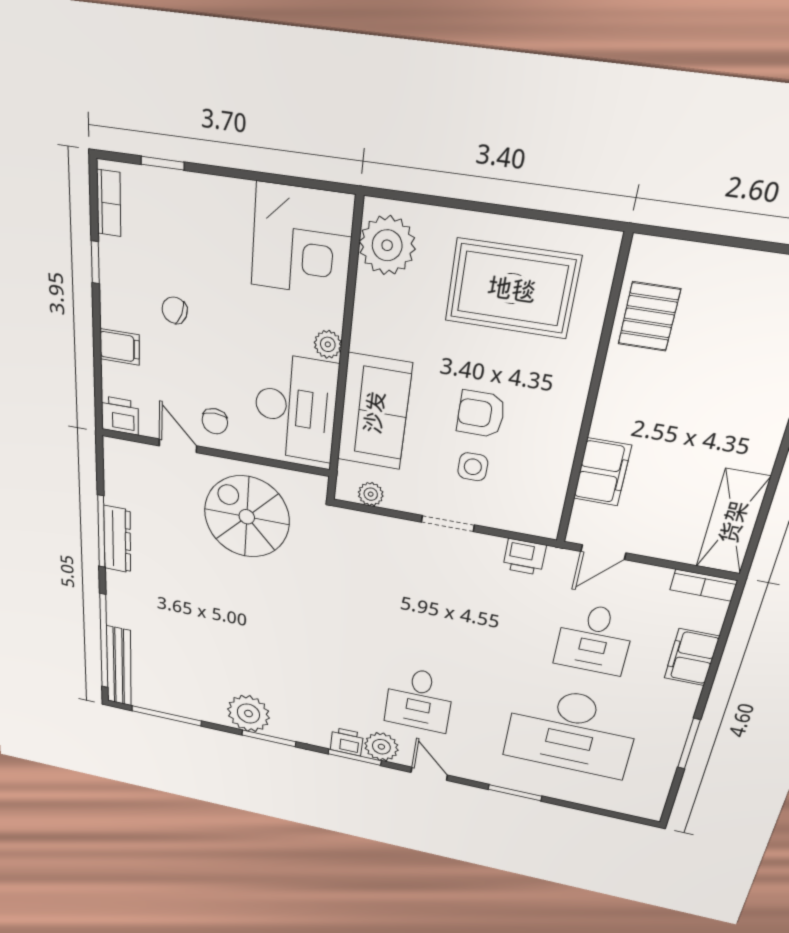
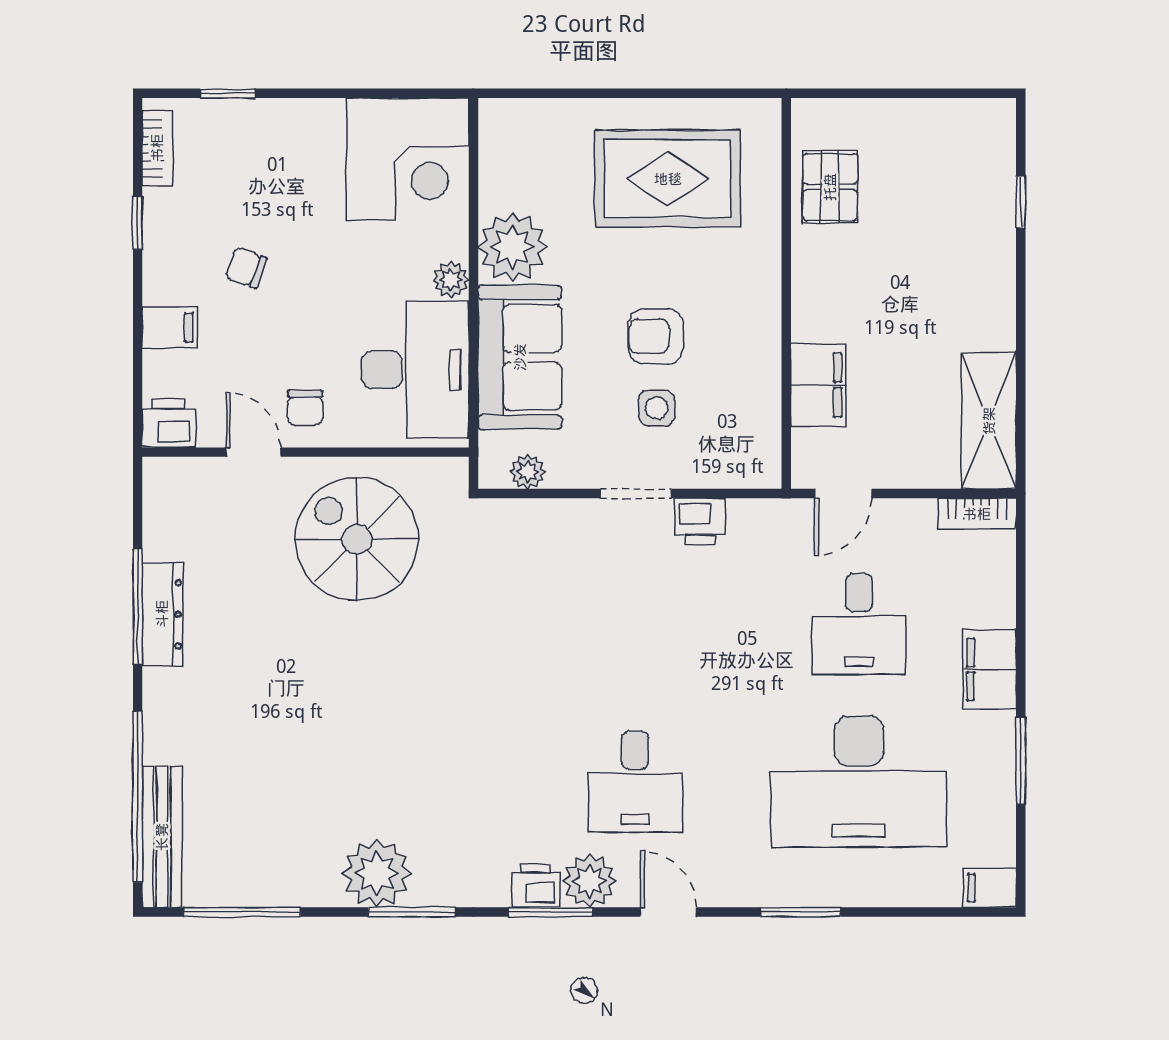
plant: (387, 245) -> (512, 247), moved
printer: (525, 557) -> (700, 521), moved
filing cabinet: (692, 657) -> (990, 669), moved
filing cabinet: (645, 808) -> (990, 888), added

